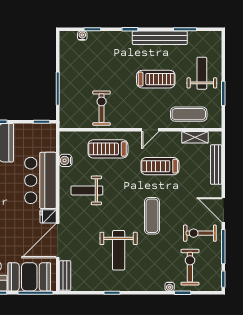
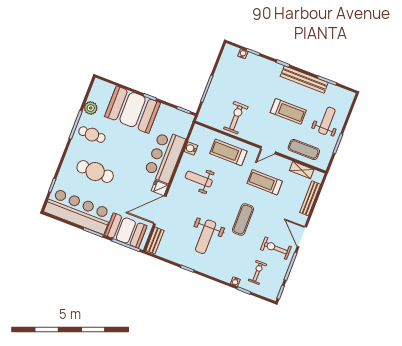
exercise bike: (190, 267) -> (258, 272), width x0.73, depth x0.72

